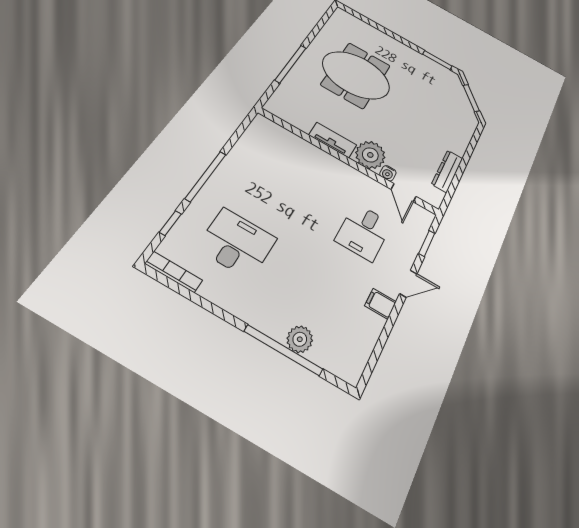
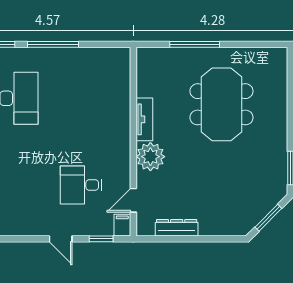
water cooler: (388, 173) -> (143, 179), removed
filing cabinet: (380, 304) -> (122, 225), moved

